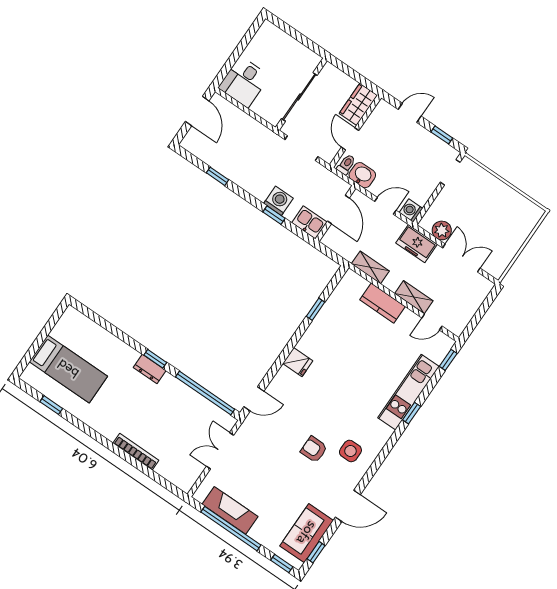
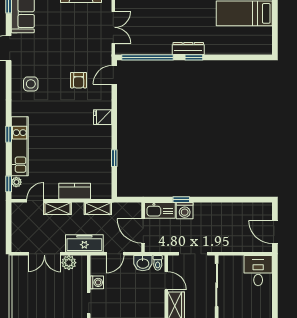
window: (217, 176) -> (234, 200), removed
washing machine: (411, 210) -> (97, 282), moved
kitchen sink: (309, 222) -> (160, 210), width x1.38
freezer: (417, 244) -> (84, 243), width x1.40
plant: (438, 356) -> (16, 182), added
dresser: (150, 369) -> (188, 49), width x1.44
armchair: (314, 449) -> (79, 80), moved, turned 90

